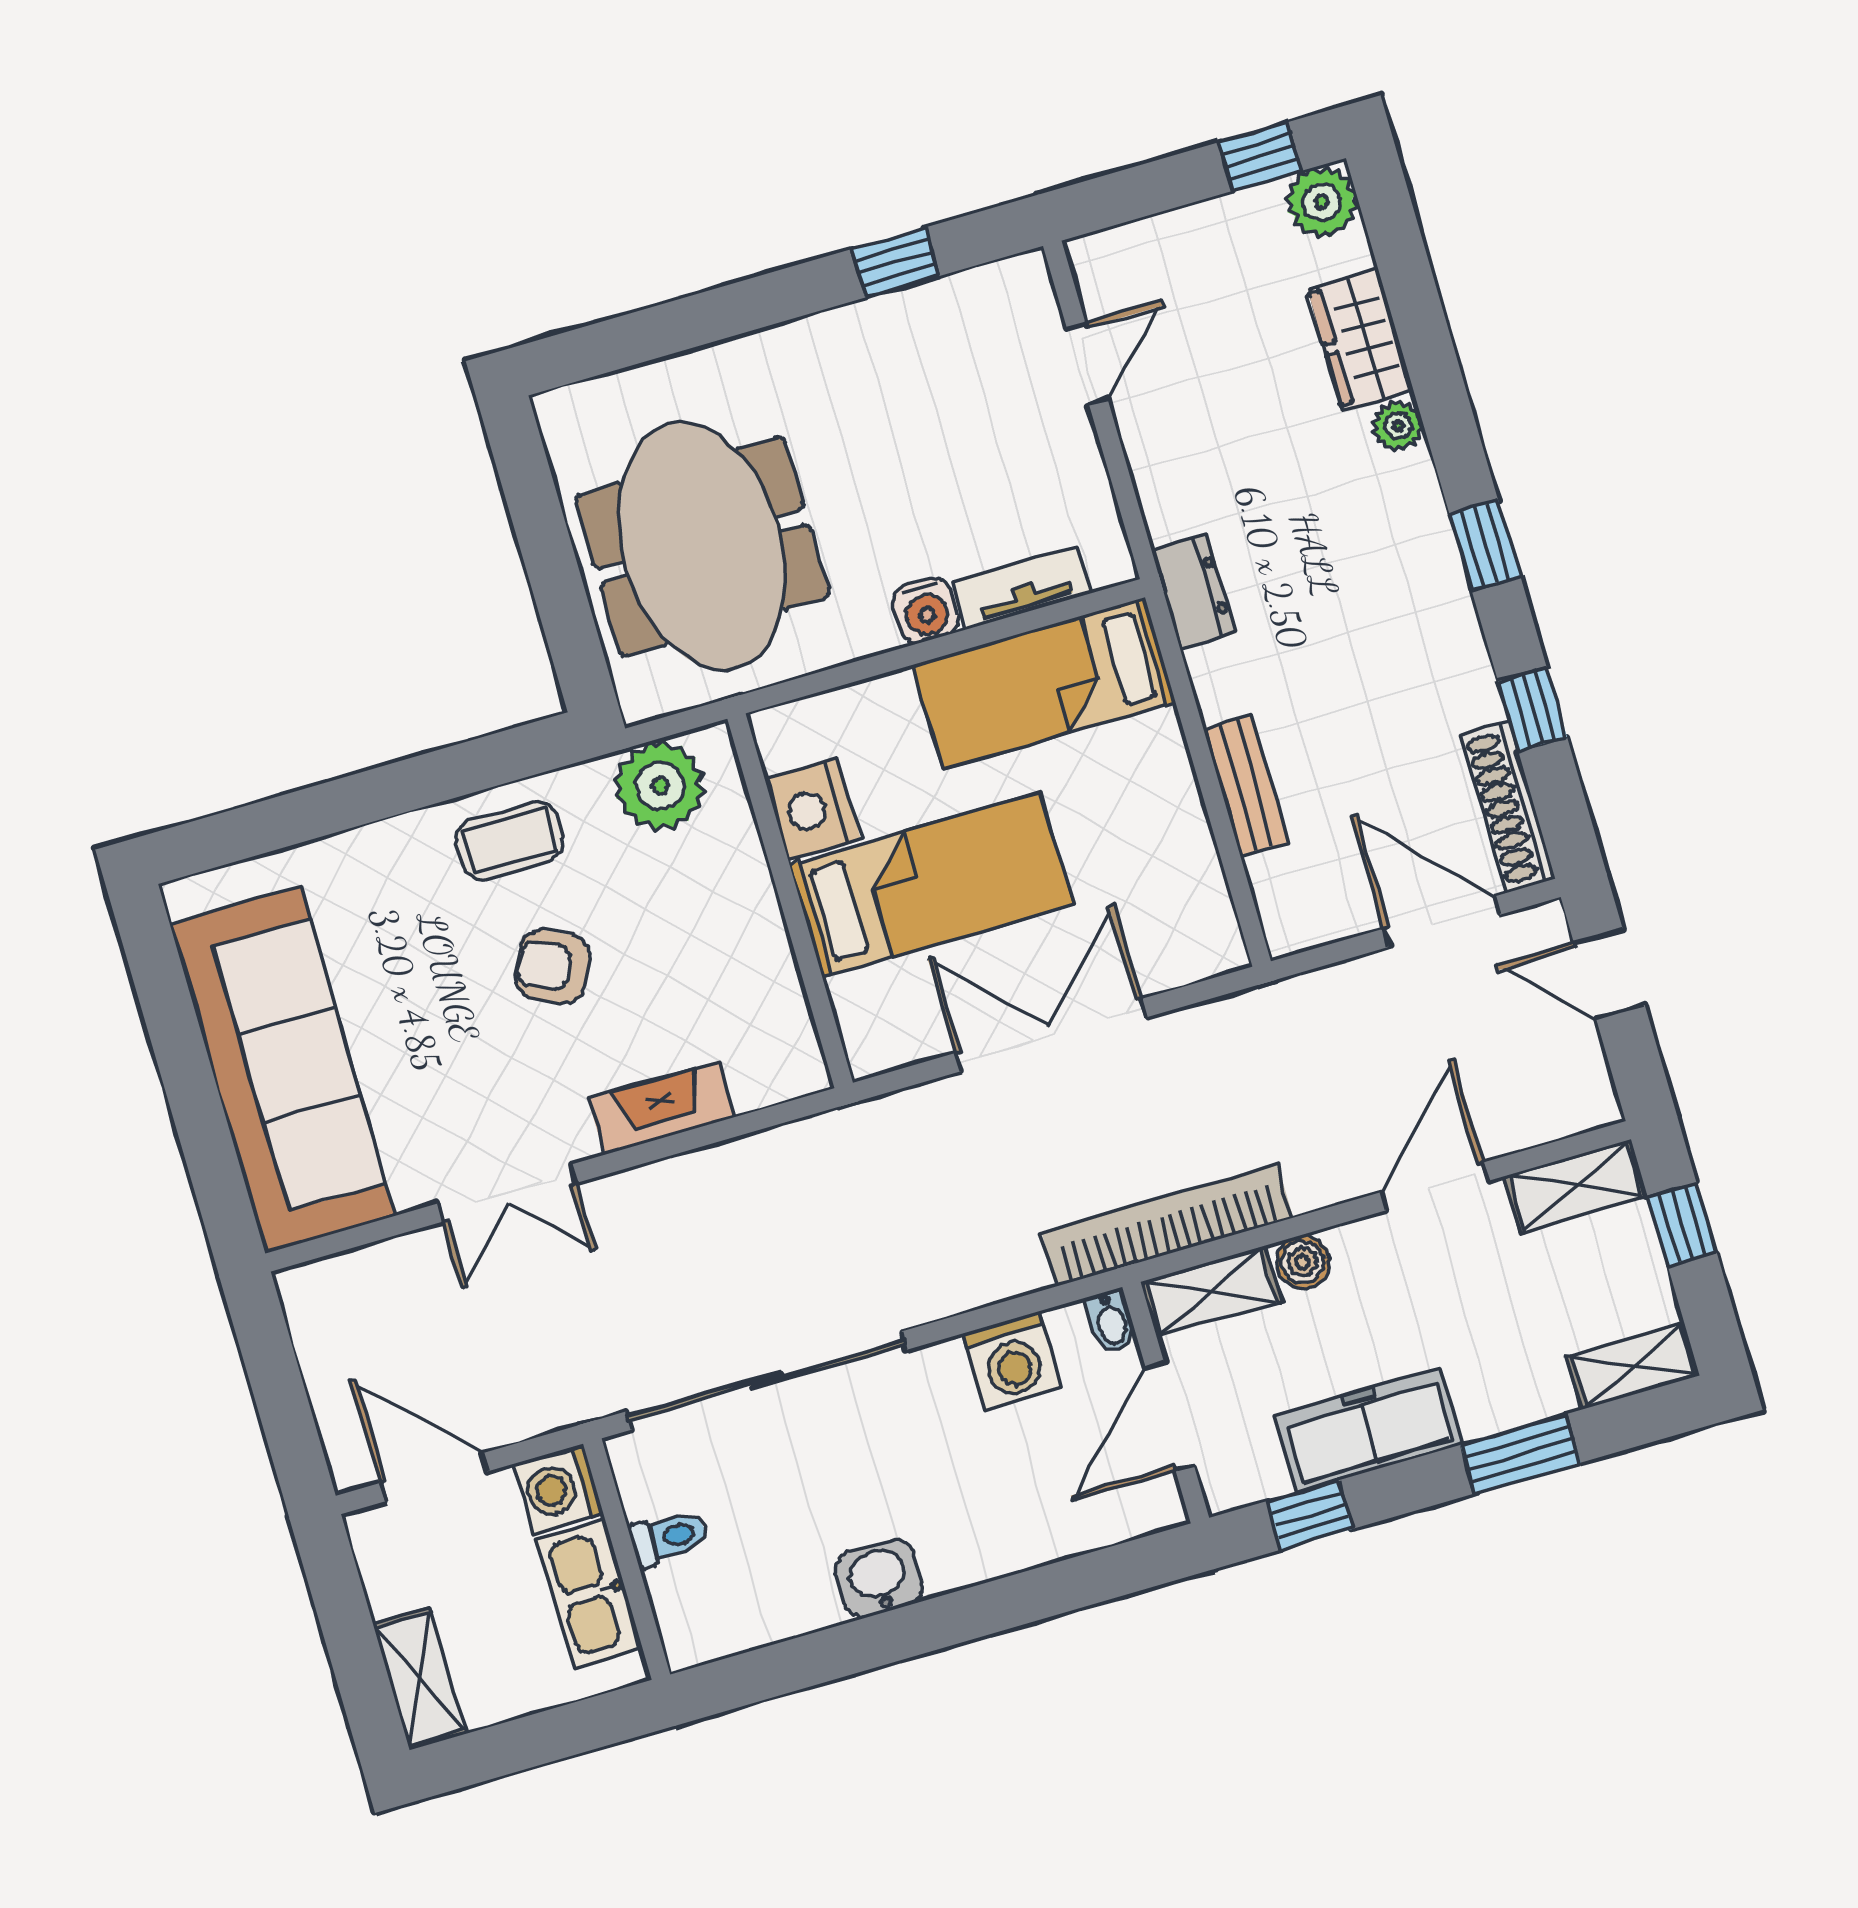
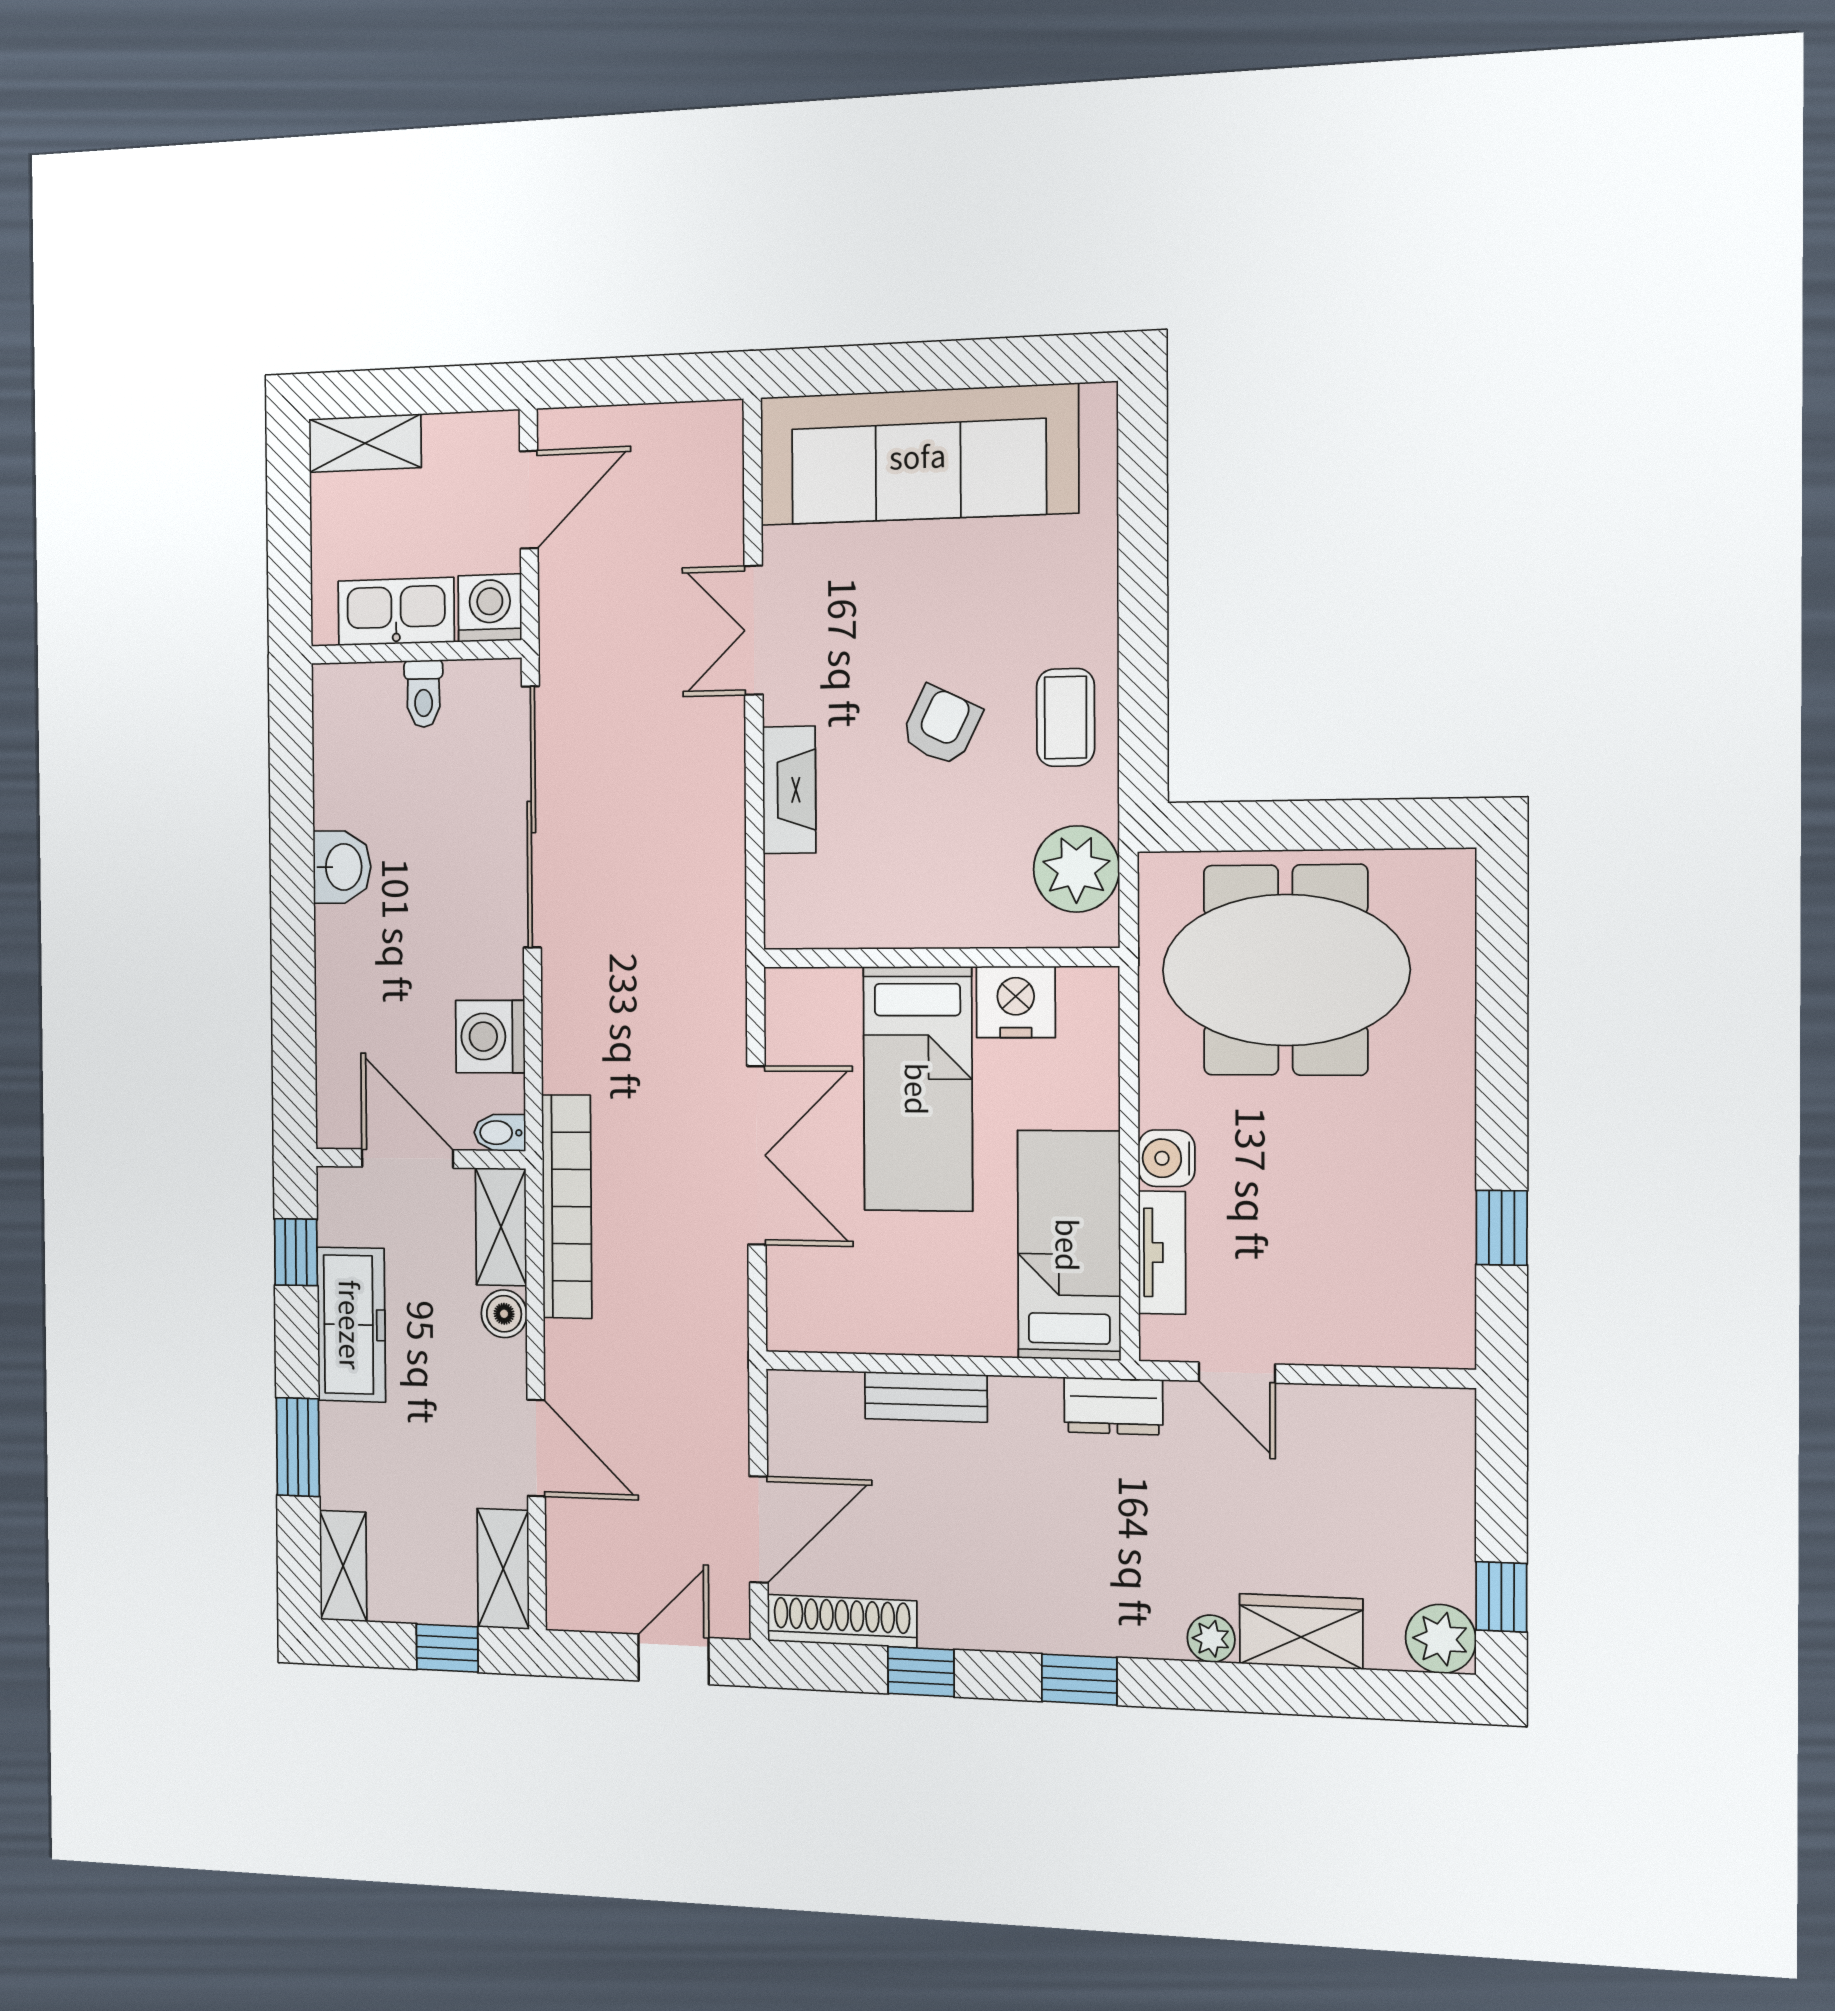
door: (1087, 363) -> (1237, 1373), moved

